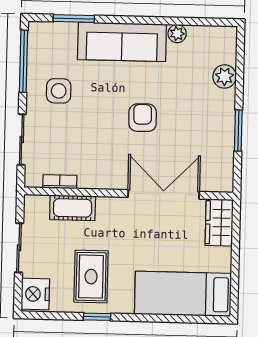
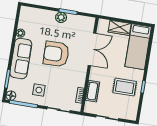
floor lamp: (38, 32) -> (11, 96), added
plant: (225, 76) -> (61, 17), moved
armchair: (143, 118) -> (56, 54), width x1.88, depth x1.88
double door: (164, 194) -> (92, 49), swing flipped
wardrobe: (219, 222) -> (120, 28), moved
nightstand: (35, 294) -> (129, 113), removed

